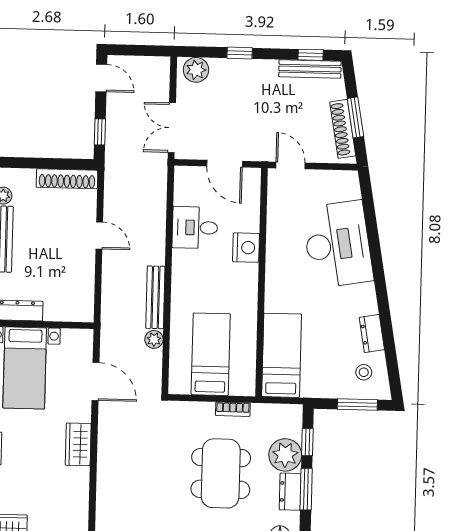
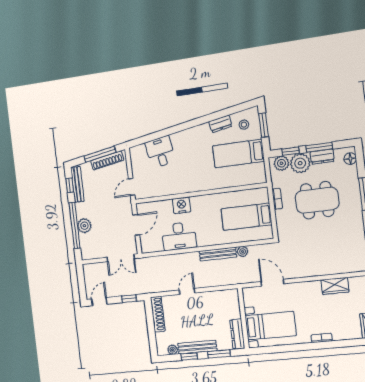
window: (240, 53) -> (75, 225), width x3.17
plant: (196, 70) -> (84, 226), moved
window: (355, 117) -> (100, 154), width x1.44
desk: (195, 228) -> (179, 236), width x1.37
desk: (338, 244) -> (160, 152), width x0.53, depth x0.77
bed: (282, 355) -> (238, 154), moved
door: (96, 381) -> (272, 283), hinge flipped
plant: (290, 425) -> (281, 163), added
wardrobe: (78, 444) -> (335, 286), moved

